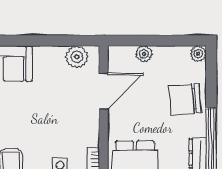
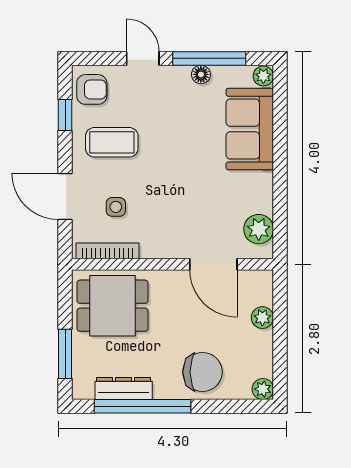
chair: (185, 99) -> (202, 372), turned 95

